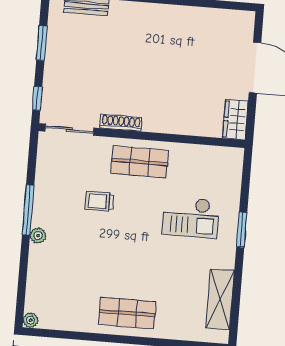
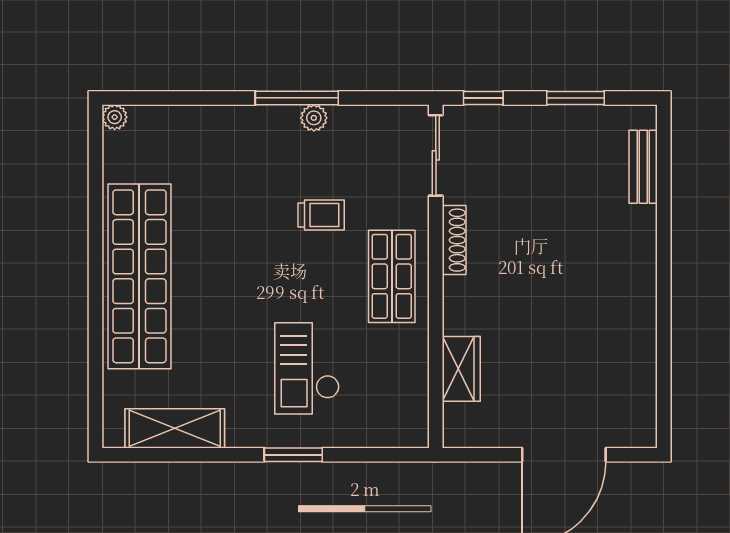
wardrobe: (235, 120) -> (461, 369), moved, turned 90
trolley: (99, 201) -> (321, 215), turned 90
plant: (38, 236) -> (314, 118), moved
shop shelf: (127, 313) -> (139, 276), width x2.00, depth x1.36

